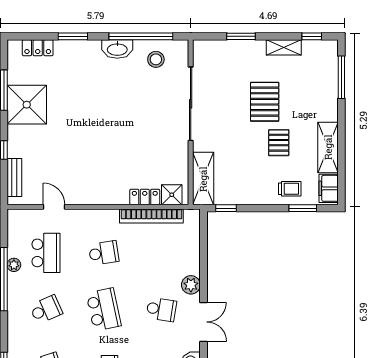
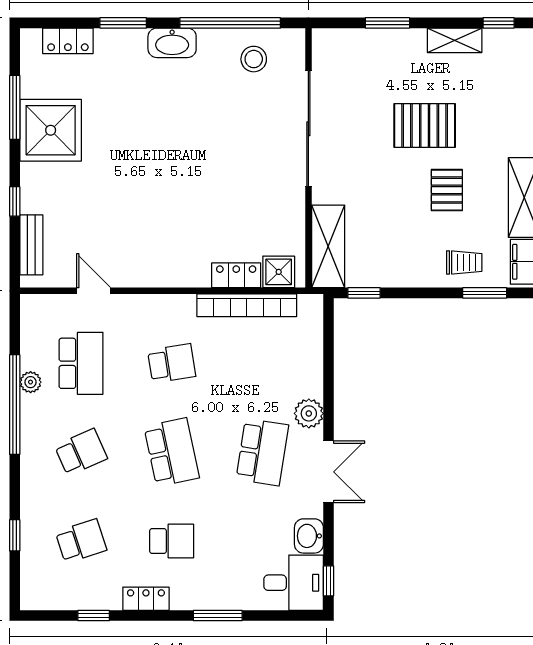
washbasin: (117, 49) -> (172, 43), moved
pallet: (265, 102) -> (425, 126), turned 90
school desk: (161, 309) -> (262, 452), width x1.85

